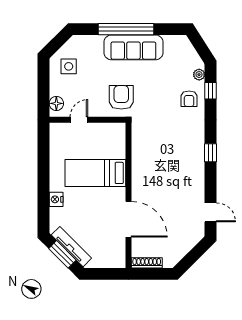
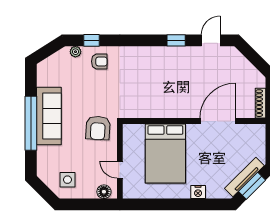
armchair: (121, 97) -> (98, 128), turned -87
window: (210, 153) -> (176, 40), moved
bed: (95, 173) -> (165, 154), width x1.50

